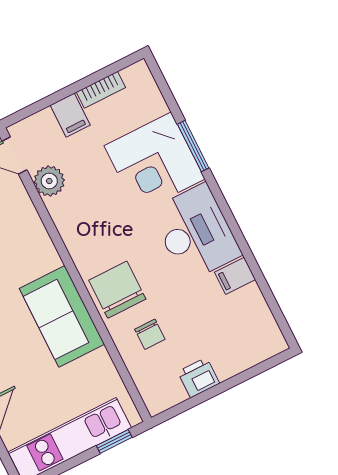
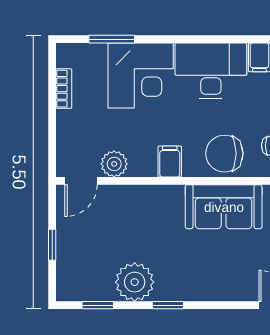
filing cabinet: (70, 115) -> (170, 162), moved, turned -90
window: (193, 146) -> (112, 39), moved

